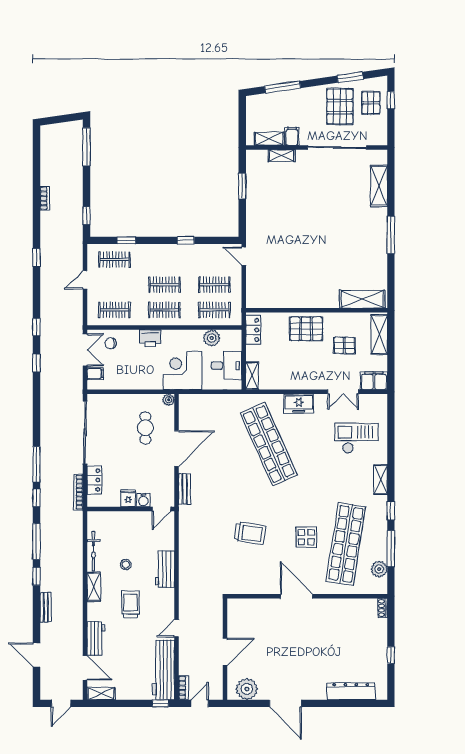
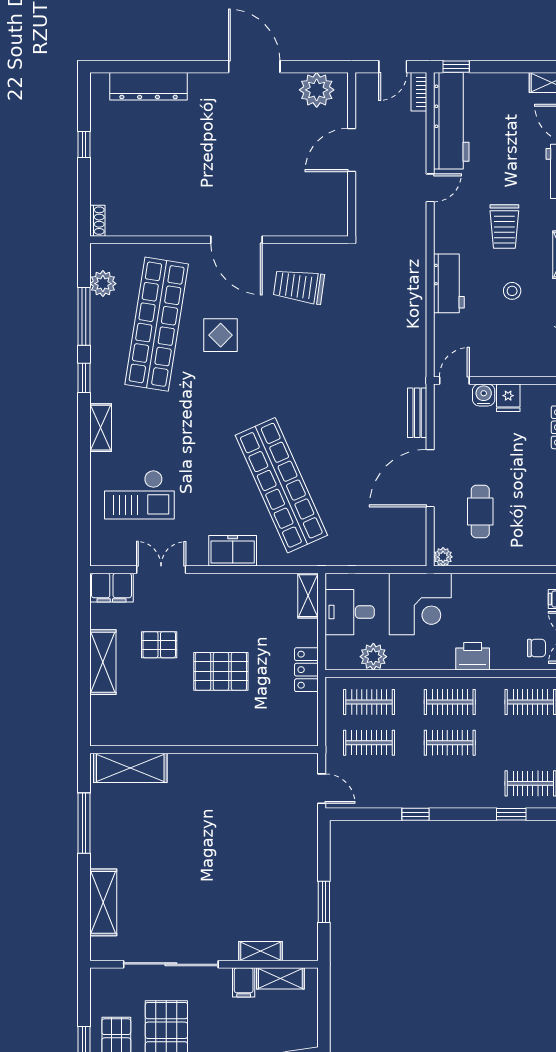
shelving: (362, 299) -> (130, 768), moved
wall: (317, 310) -> (204, 750), moved
trolley: (250, 533) -> (299, 286), moved

